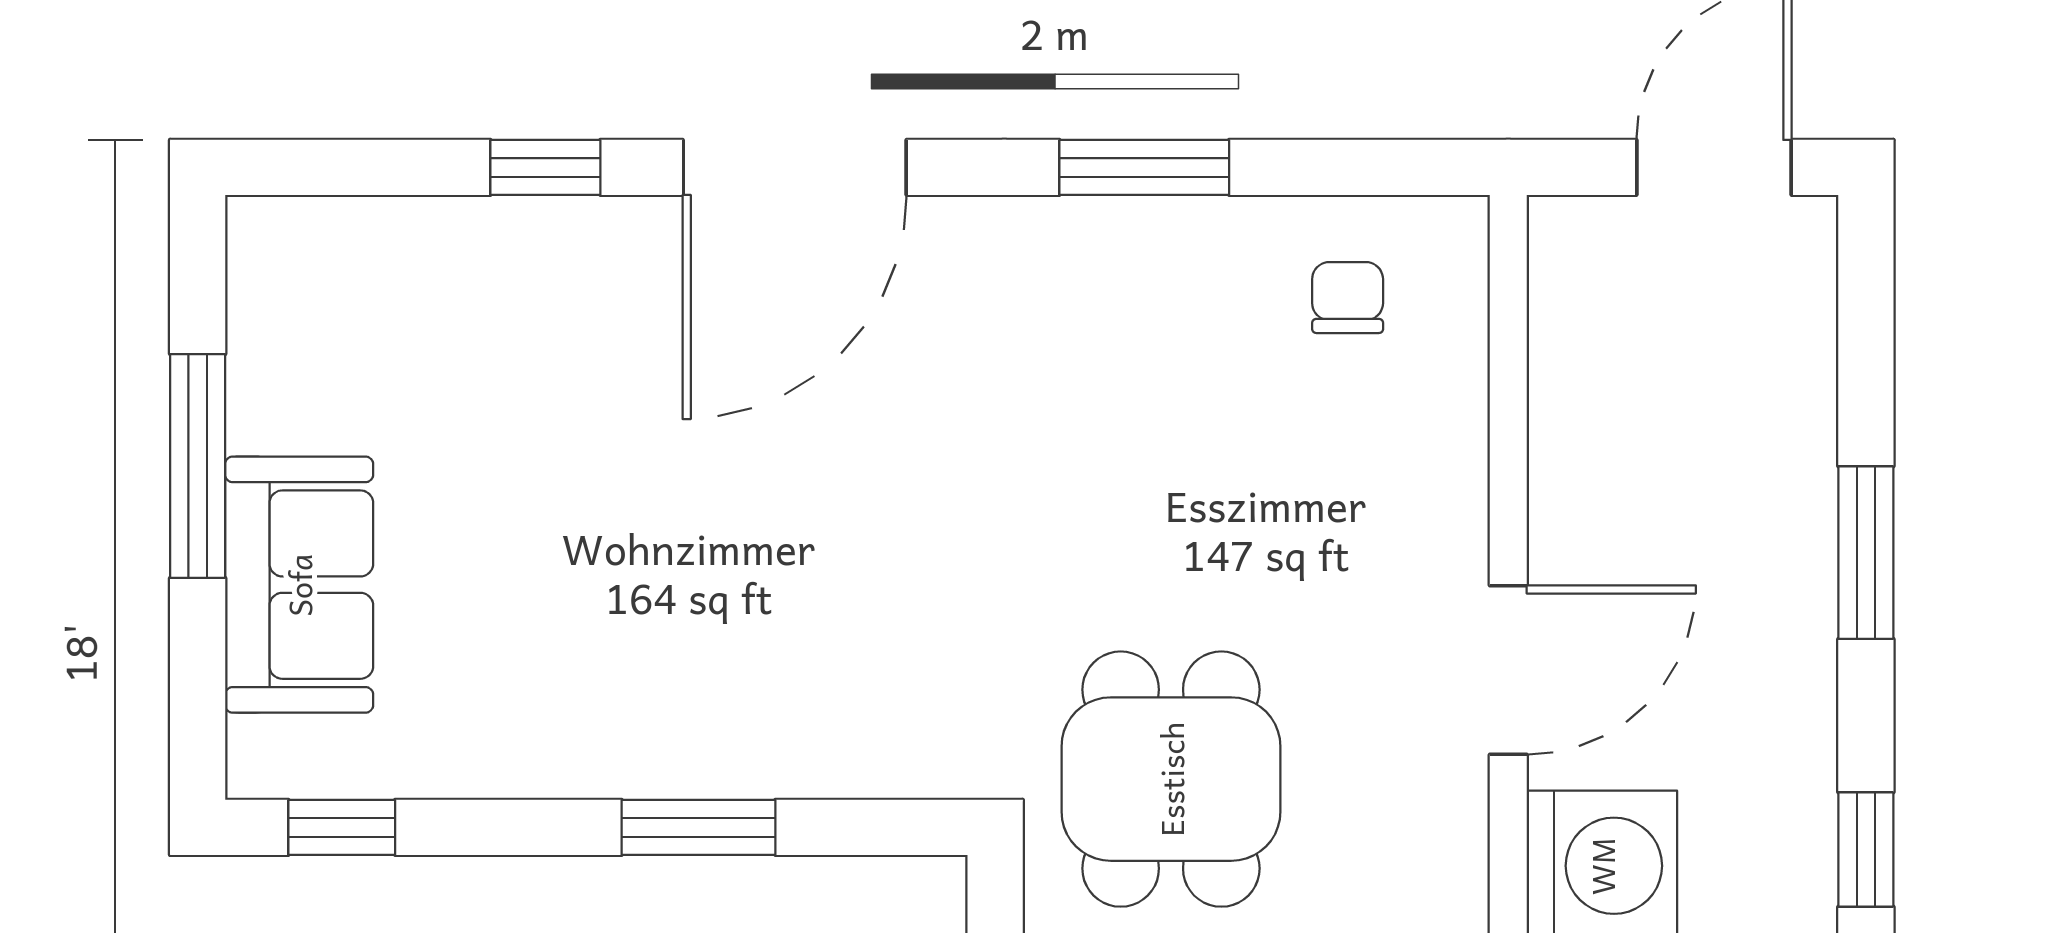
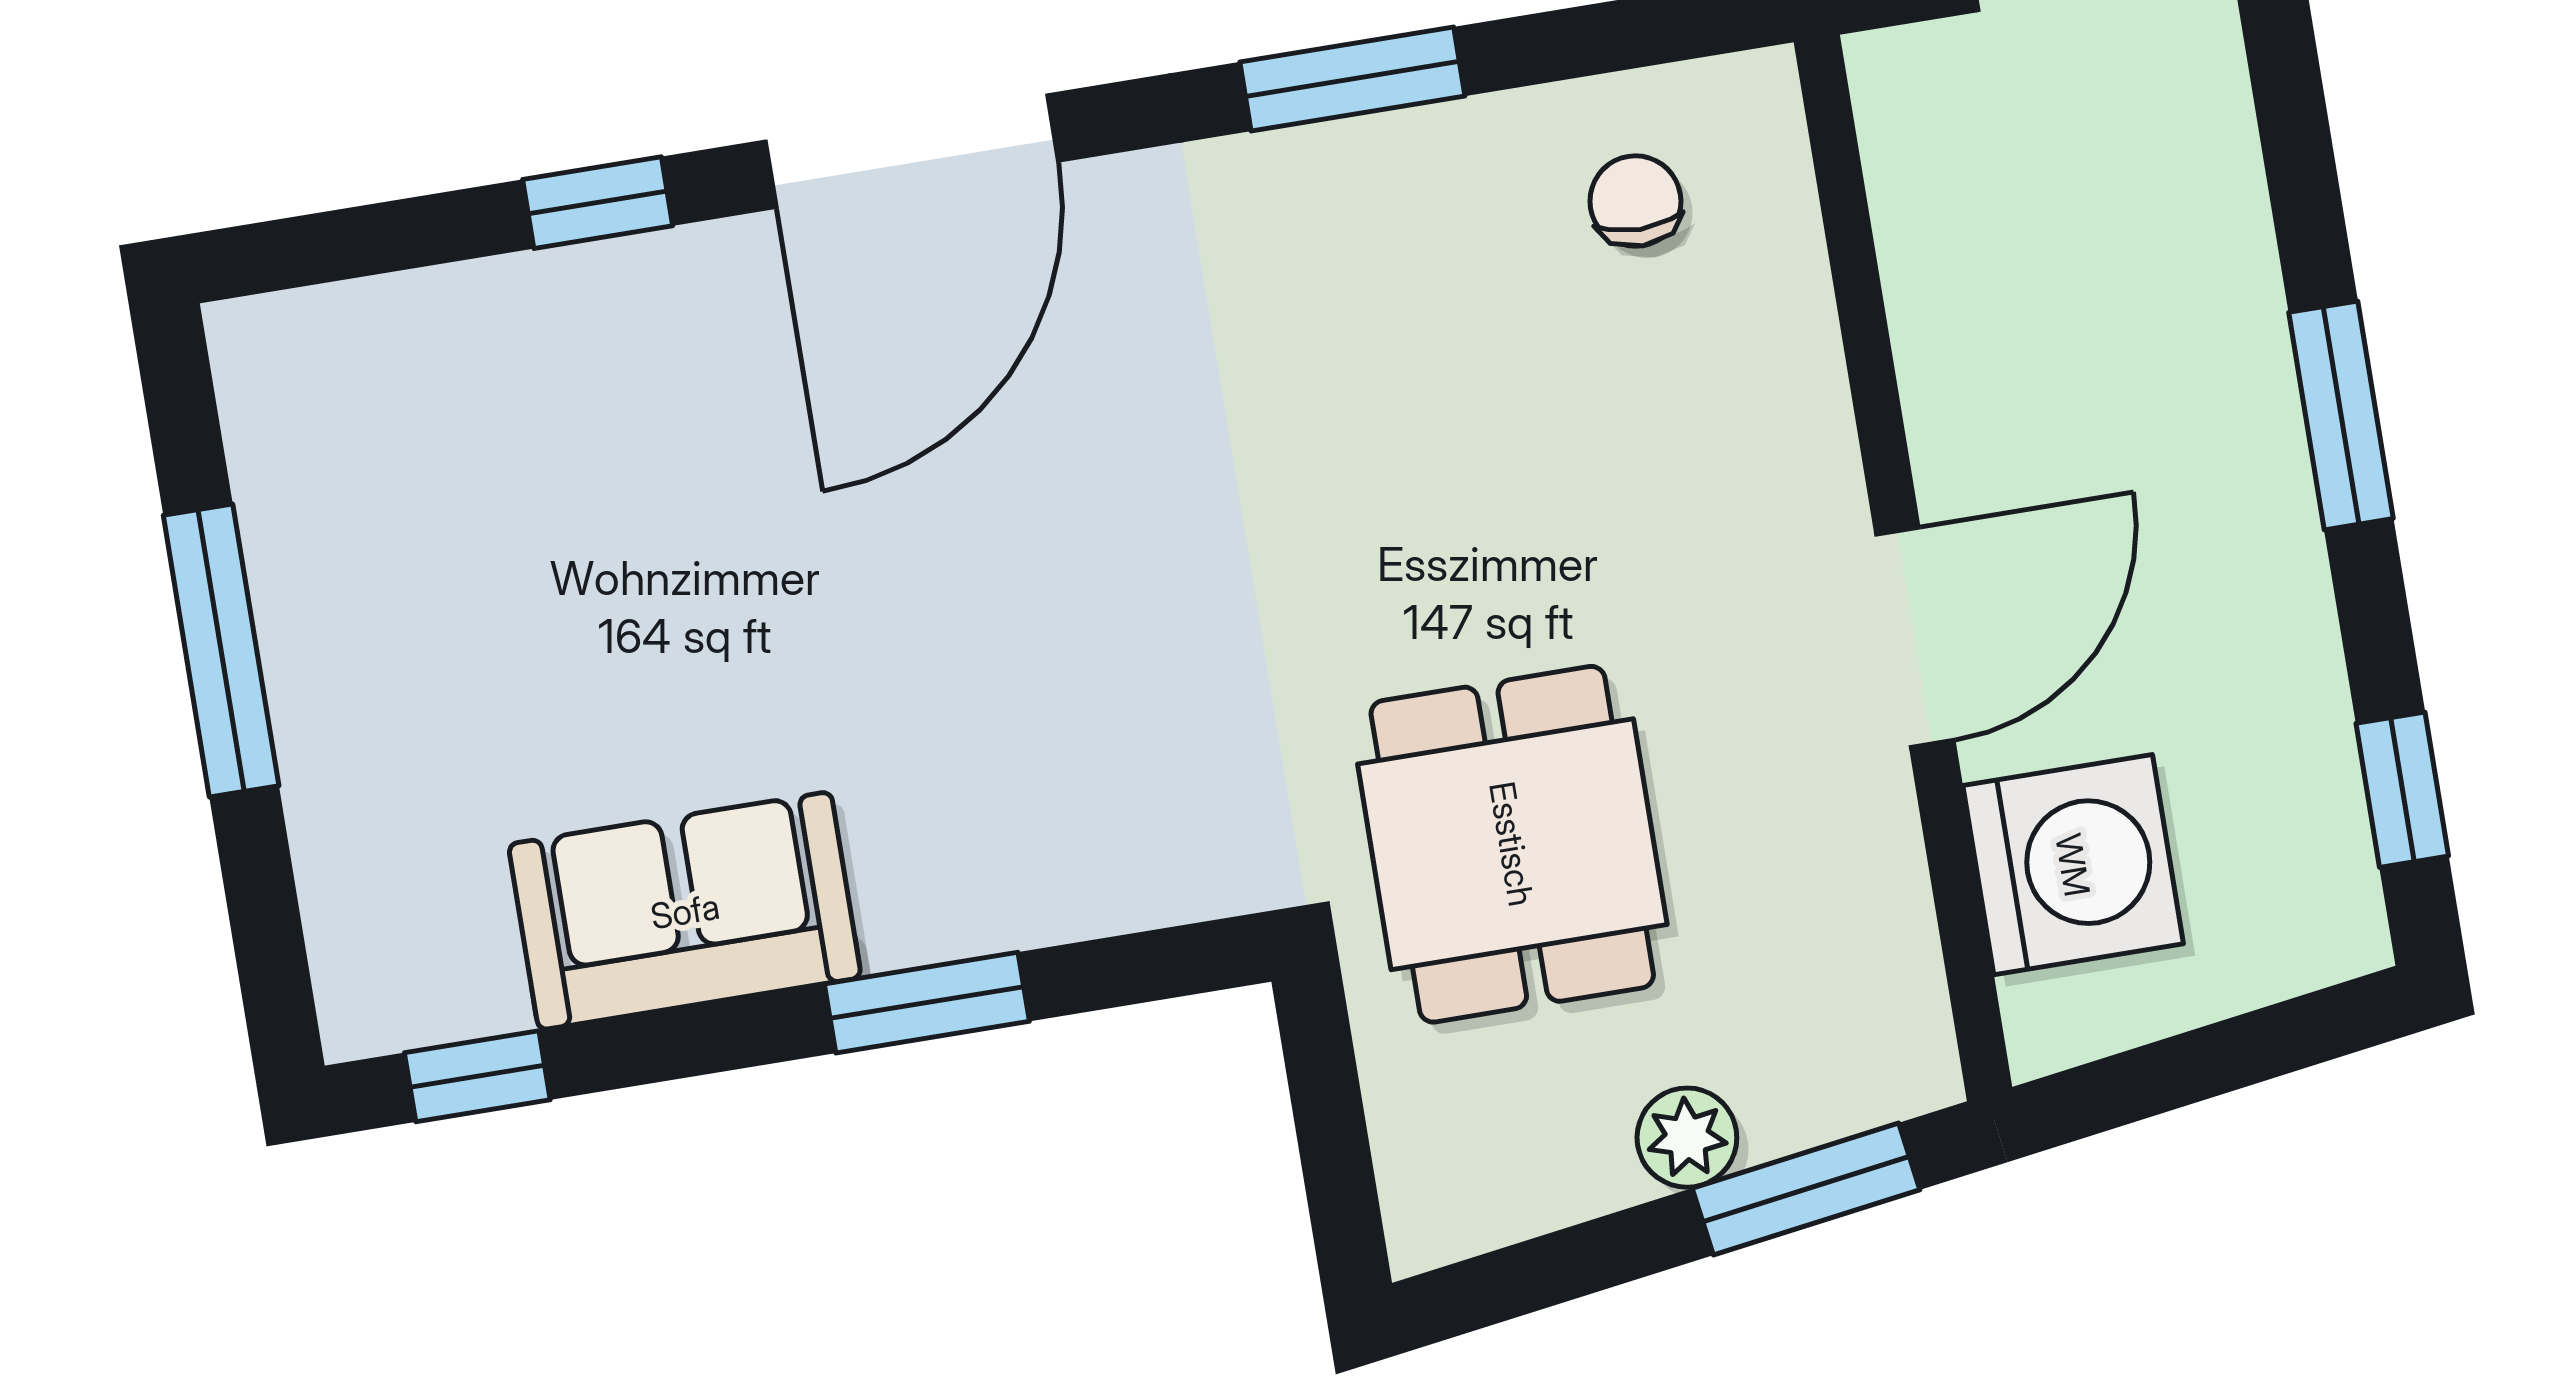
sofa: (299, 585) -> (685, 911), moved, turned -90

